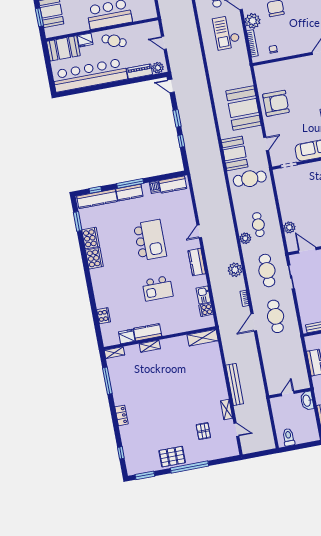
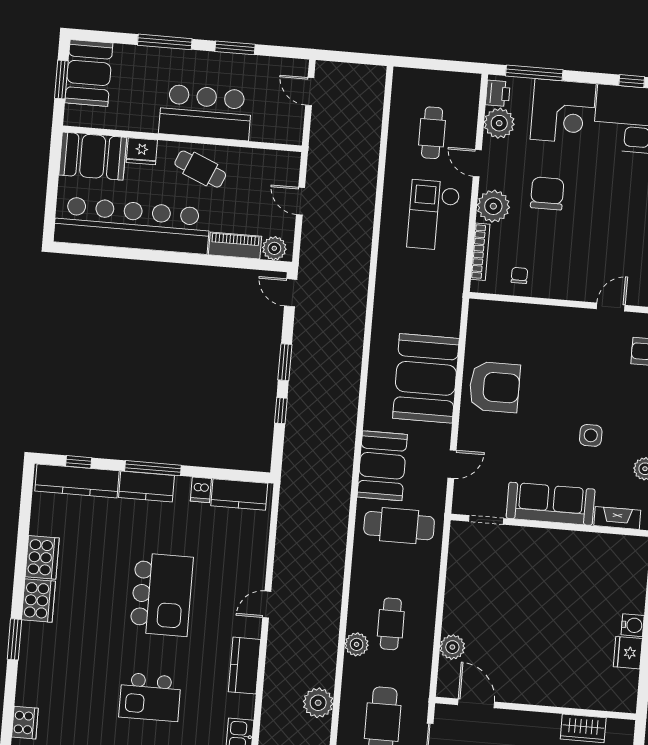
window: (78, 221) -> (14, 639), moved

